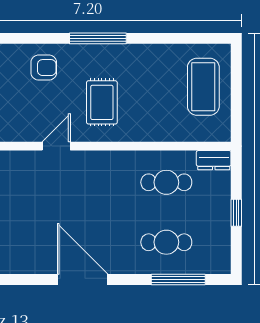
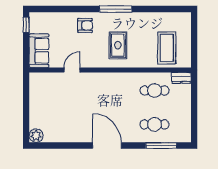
coffee table: (203, 87) -> (167, 48), moved
door: (56, 146) -> (72, 70), moved
window: (236, 213) -> (194, 108), removed

